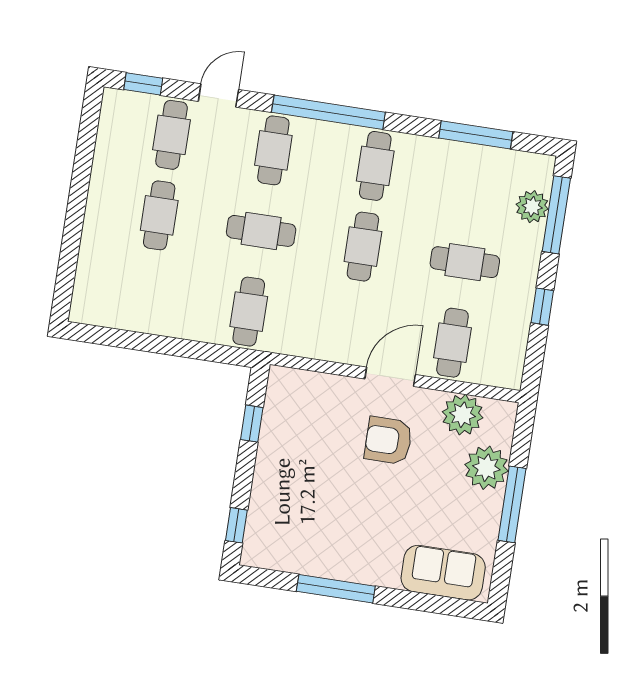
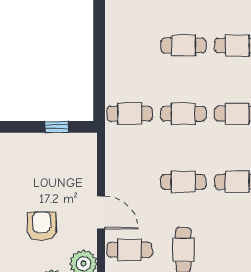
cafe table: (261, 231) -> (183, 114), turned 90
armchair: (388, 440) -> (42, 226), moved

